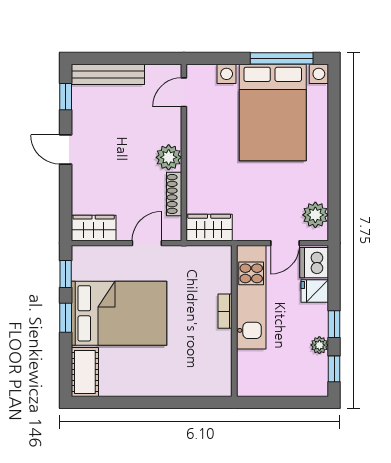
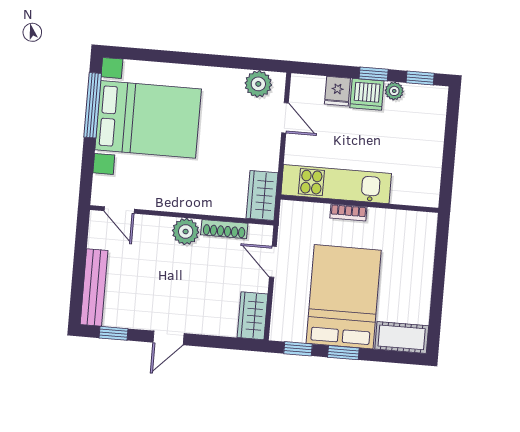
dishwasher: (314, 263) -> (367, 94), moved
kitchen unit: (251, 297) -> (336, 184), moved
bookcase: (225, 311) -> (348, 212), moved
wall: (234, 321) -> (359, 204), moved

